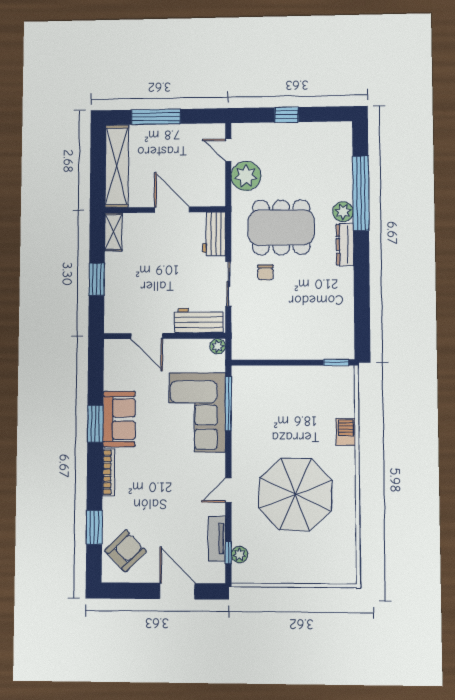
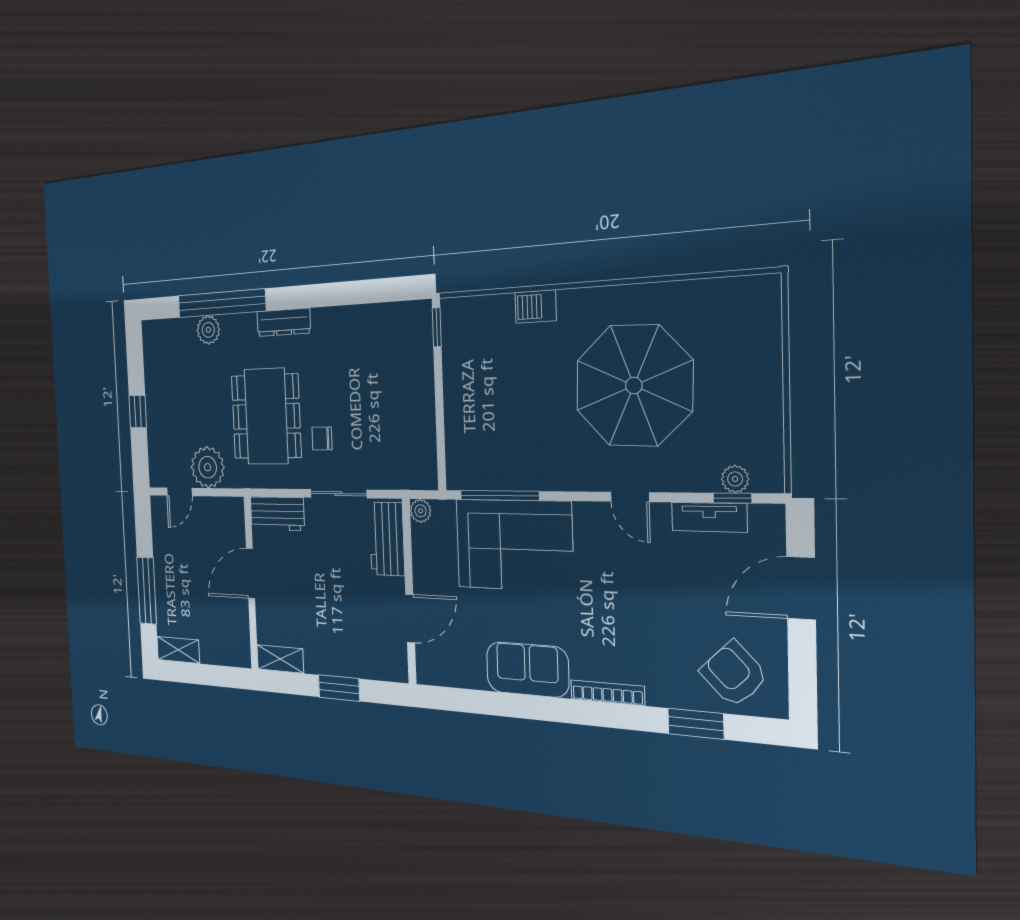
shelving: (117, 166) -> (178, 650), width x0.45, depth x0.75
plant: (343, 212) -> (208, 330), moved
chair: (265, 272) -> (322, 438), turned 180
window: (95, 424) -> (535, 708), removed

